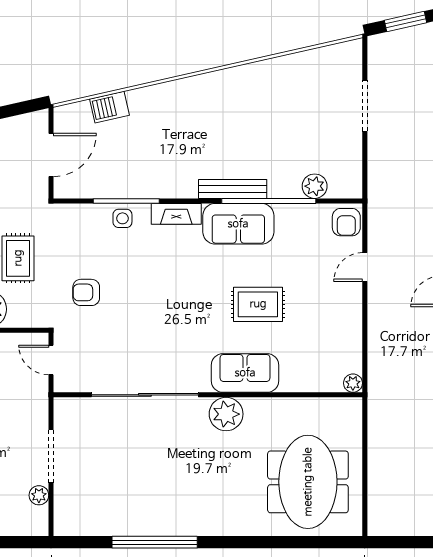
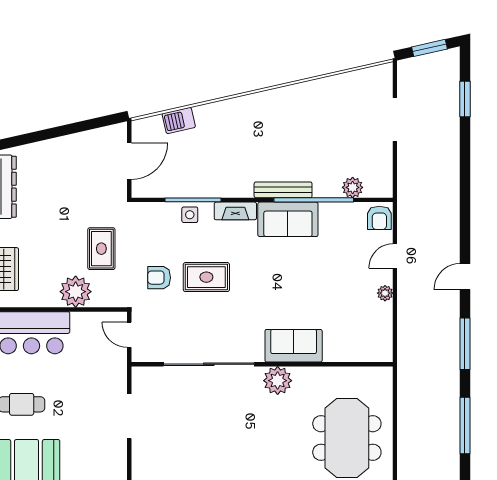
rug: (258, 304) -> (206, 277), moved
plant: (353, 383) -> (385, 293), moved
plant: (39, 495) -> (119, 449), removed

